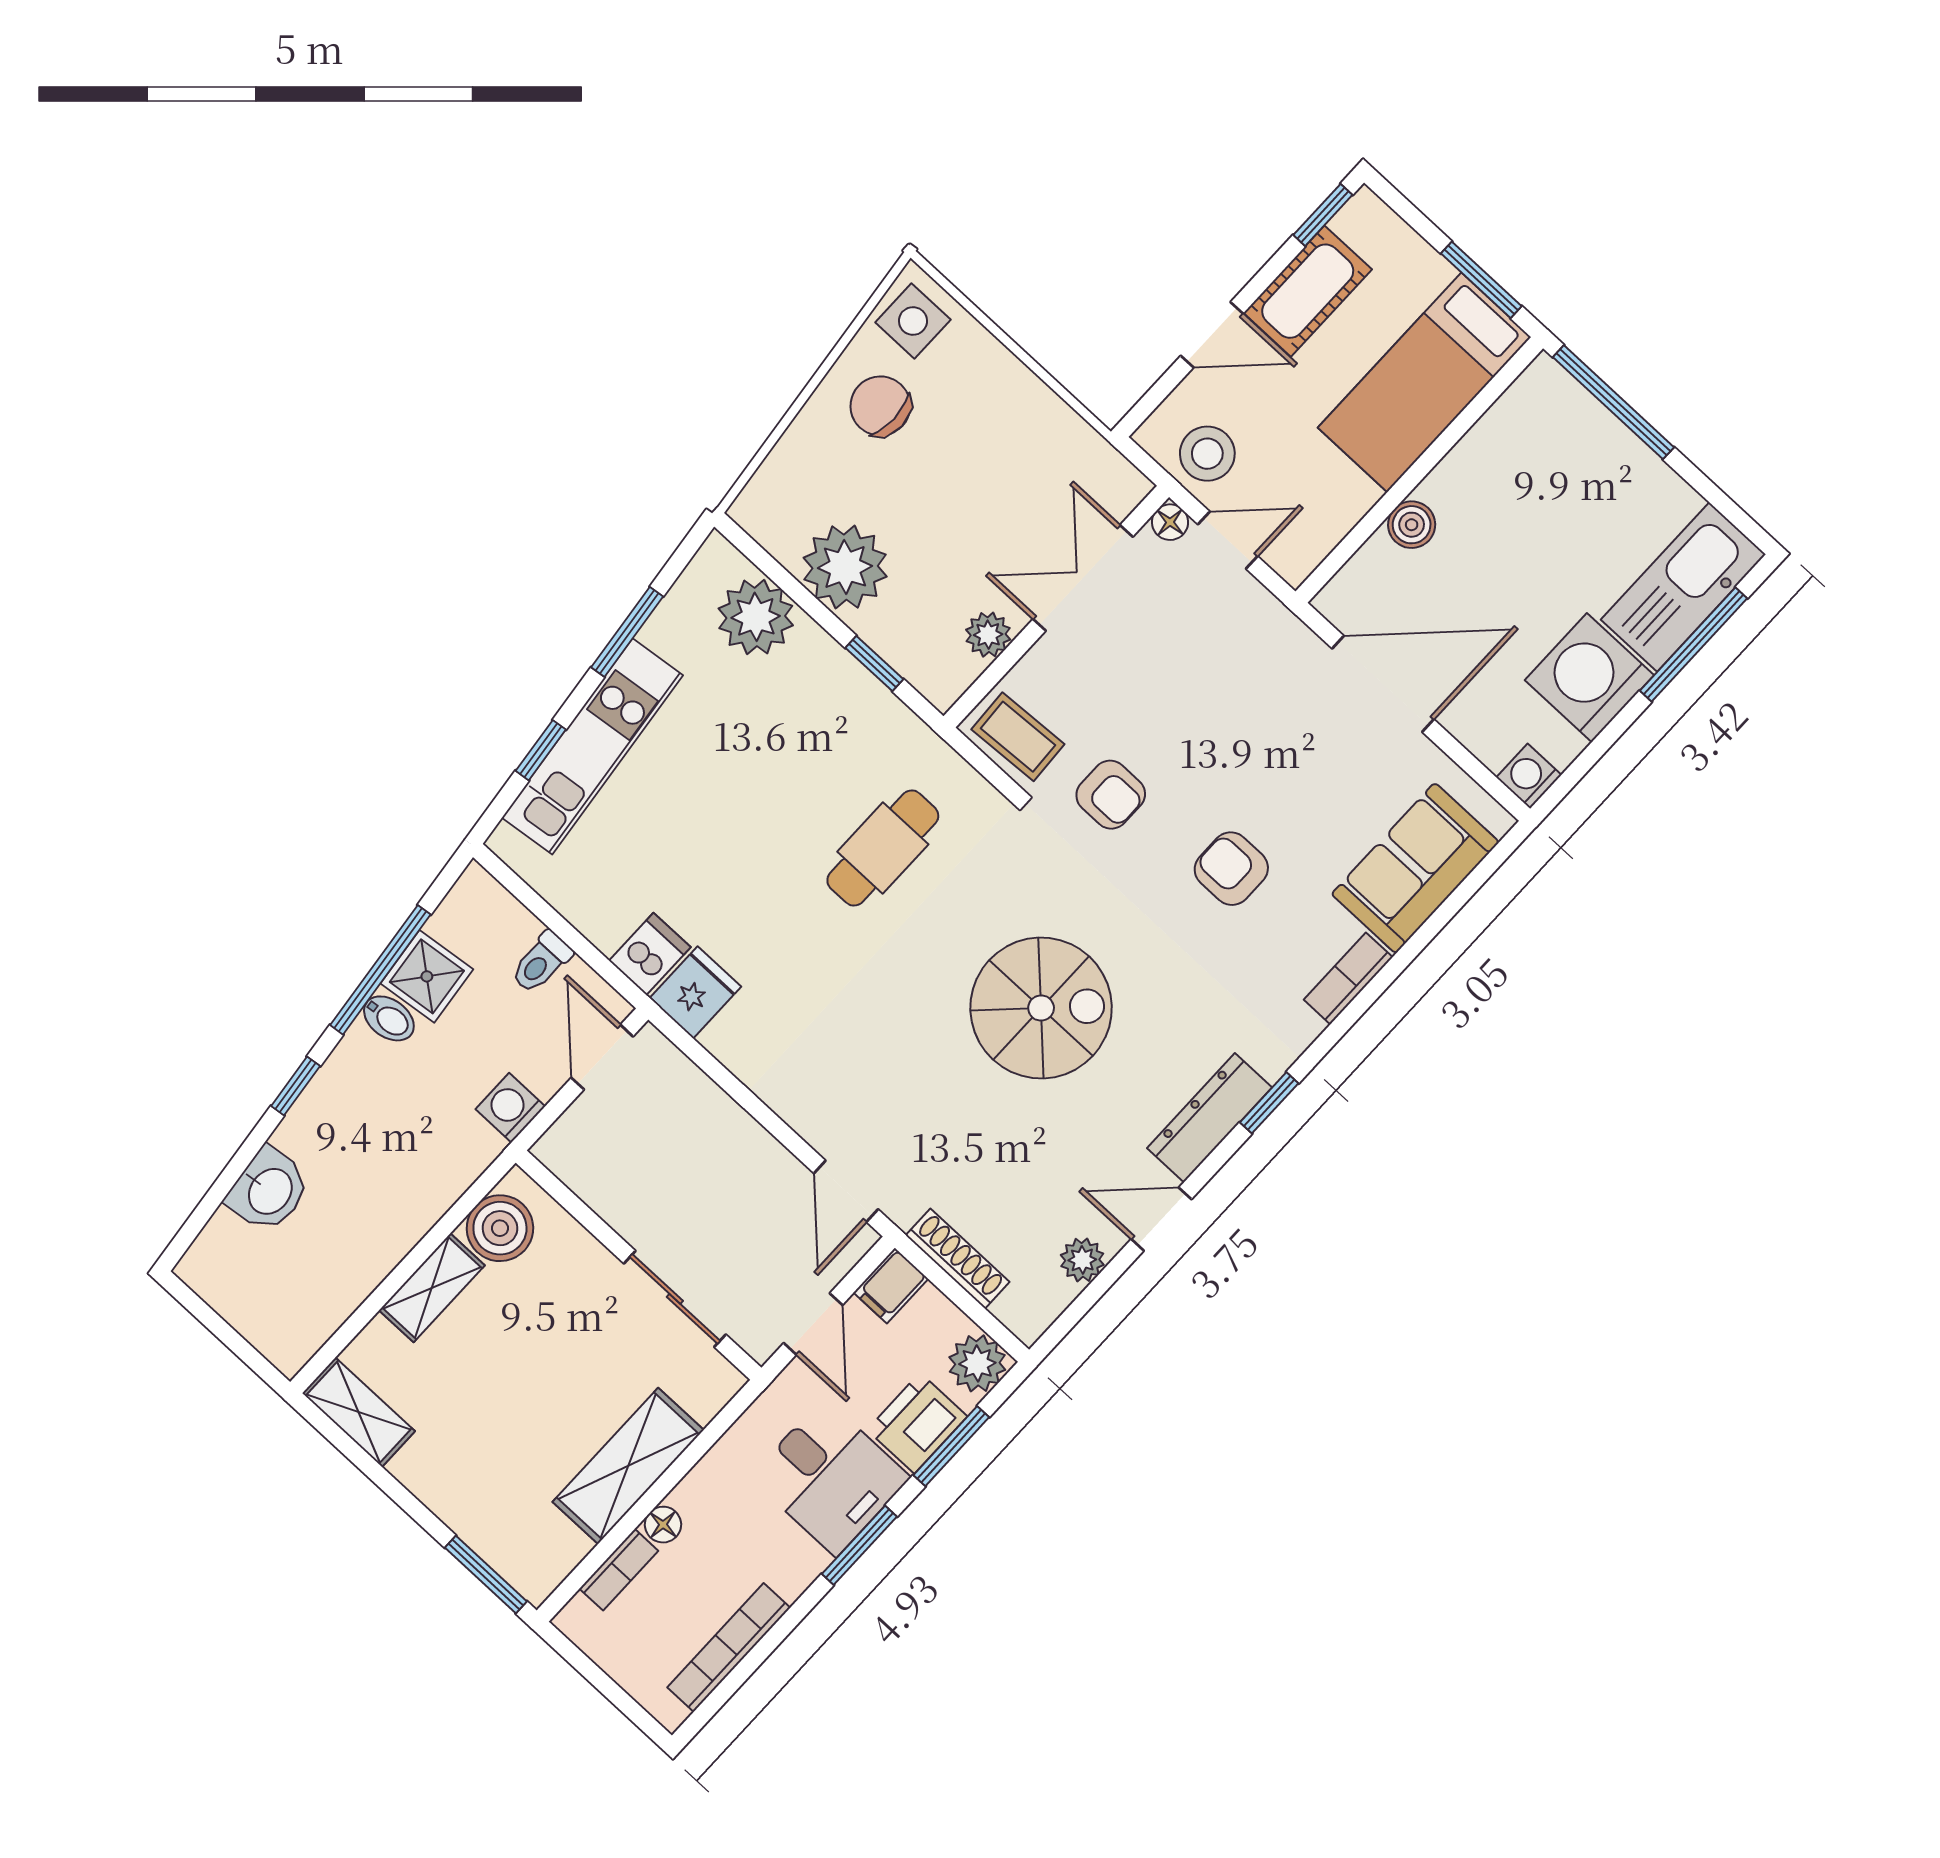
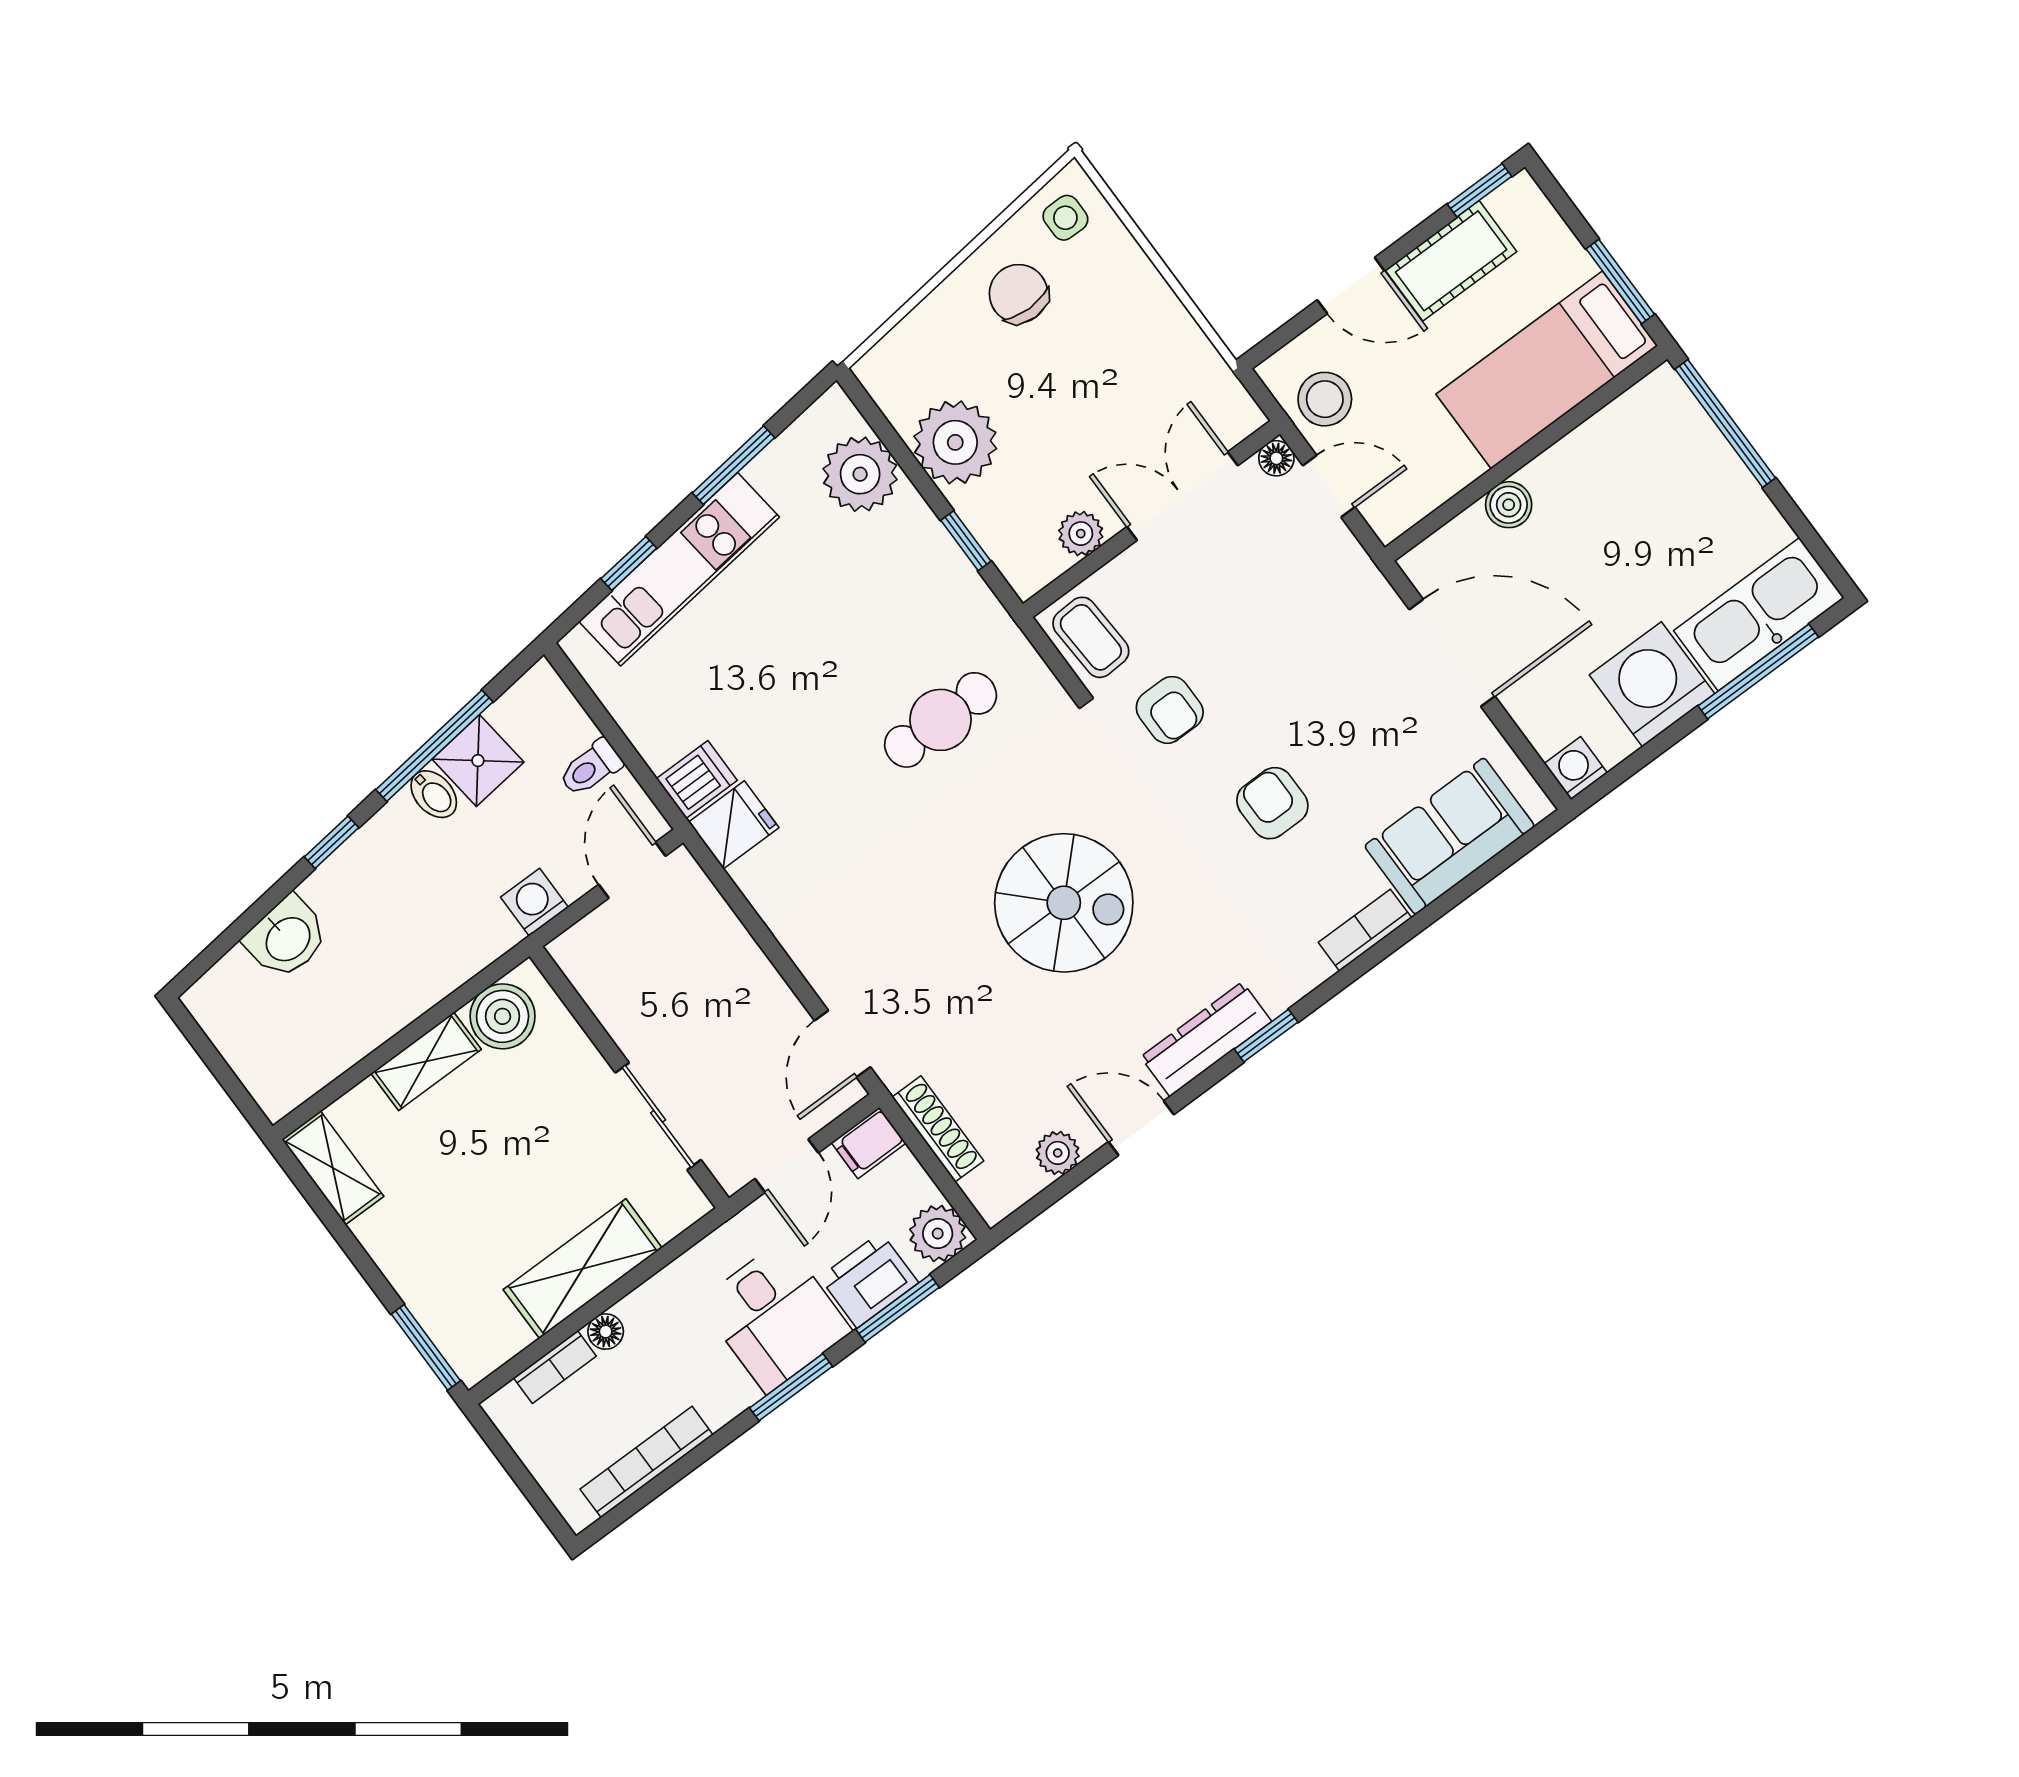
side table: (913, 321) -> (1065, 218), width x0.73, depth x0.73

